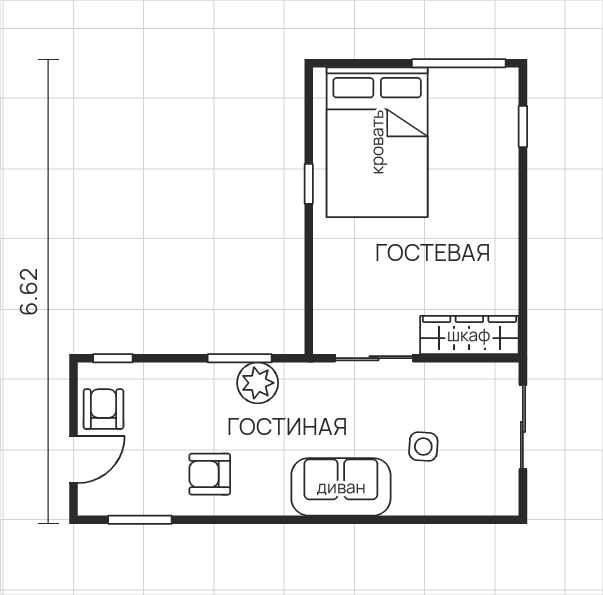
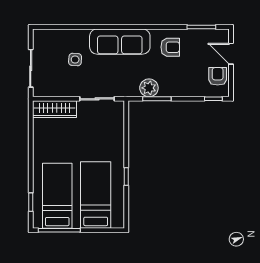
bed: (463, 141) -> (57, 196), added
bed: (377, 142) -> (96, 195), width x0.67
armchair: (103, 409) -> (218, 76), turned 180
door: (73, 460) -> (231, 54), hinge flipped
sofa: (341, 487) -> (120, 42), width x1.36

